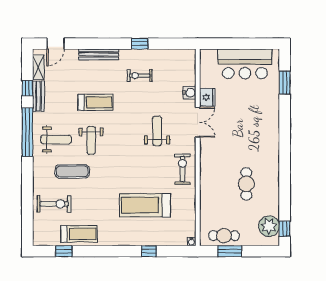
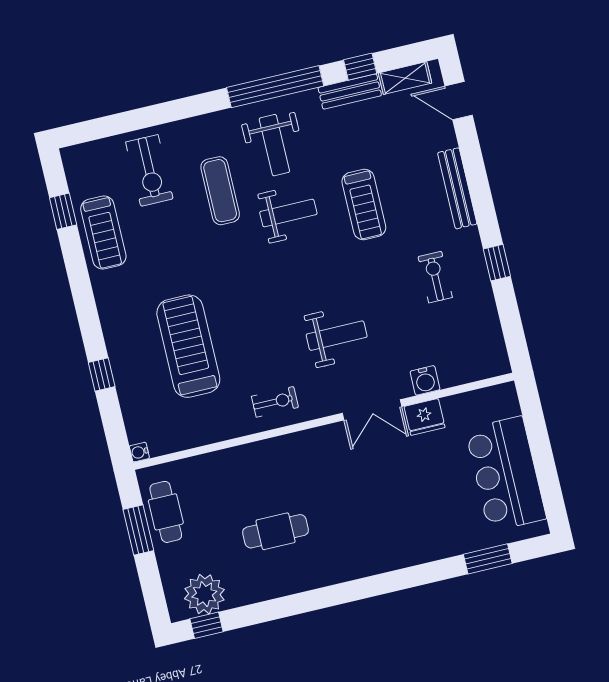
weight bench: (91, 140) -> (288, 213), turned 180
exercise bike: (183, 169) -> (275, 402), width x0.73, depth x0.72

